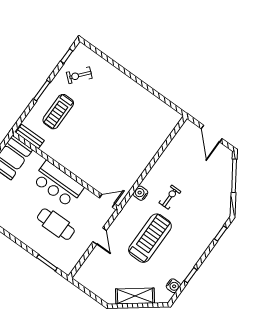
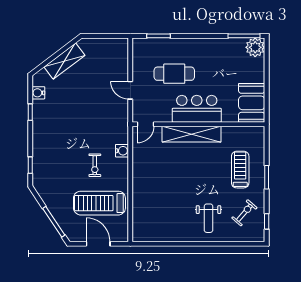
weight bench: (111, 91) -> (208, 218), added
bench: (30, 136) -> (249, 132), removed
shelving: (76, 167) -> (192, 134), added
treadmill: (150, 238) -> (99, 203), moved, turned 90

